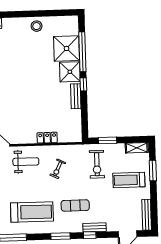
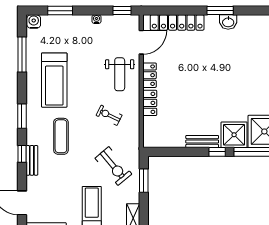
locker: (26, 139) -> (150, 75), added
exercise bike: (97, 164) -> (113, 166), turned -130

